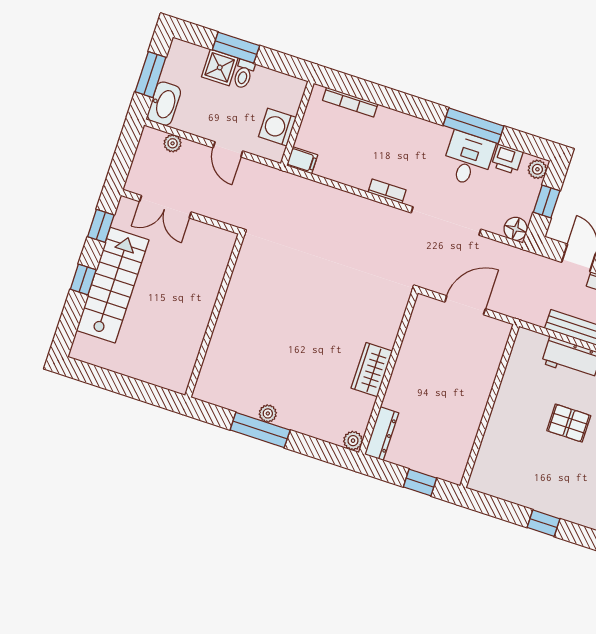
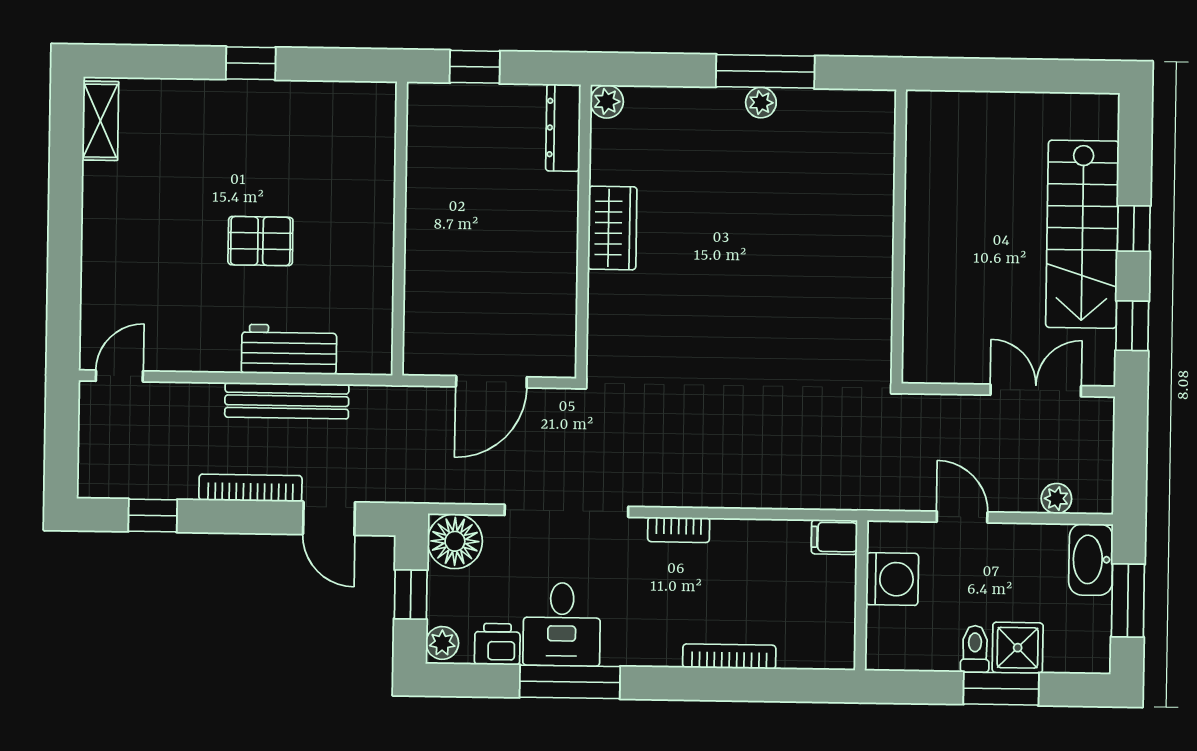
bookcase: (350, 102) -> (729, 656), moved
floor lamp: (516, 229) -> (455, 541), width x1.38, depth x1.38

